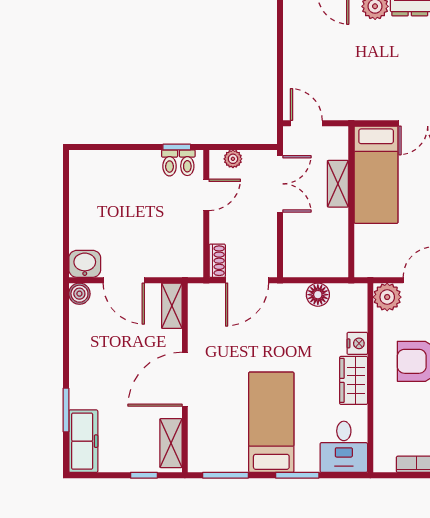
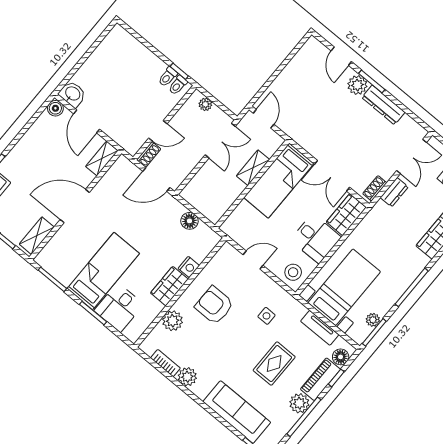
door: (206, 195) -> (158, 131), moved
plant: (387, 297) -> (173, 321), moved
desk: (344, 447) -> (119, 308), moved

